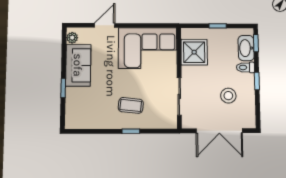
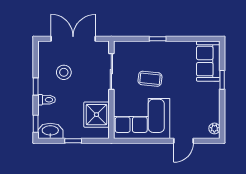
washbasin: (246, 48) -> (50, 131), moved, turned -90
sofa: (78, 65) -> (208, 61), moved
coffee table: (131, 105) -> (150, 79), moved

